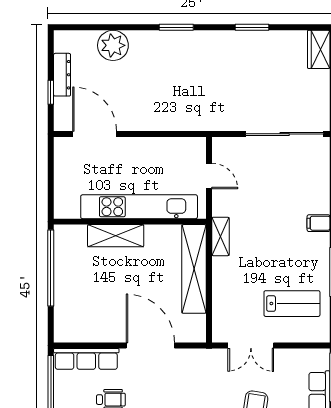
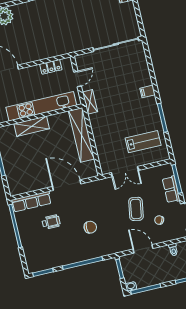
locker: (170, 146) -> (51, 67), added
door: (209, 176) -> (78, 79), hinge flipped
shelving: (220, 236) -> (90, 102), moved

